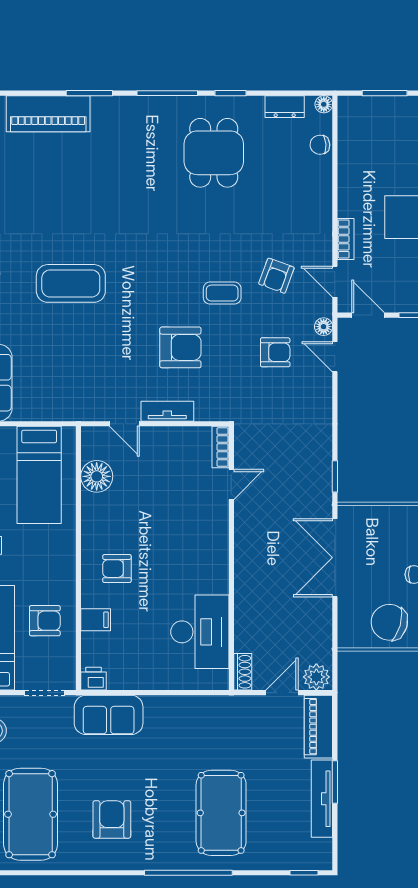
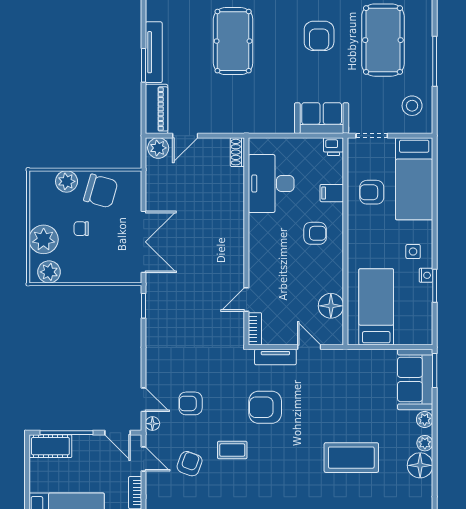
bookcase: (221, 447) -> (255, 329), moved
door: (231, 484) -> (246, 299), moved
wall: (231, 558) -> (246, 241), moved
desk: (200, 632) -> (271, 183), moved
shoe rack: (243, 672) -> (237, 152), moved

